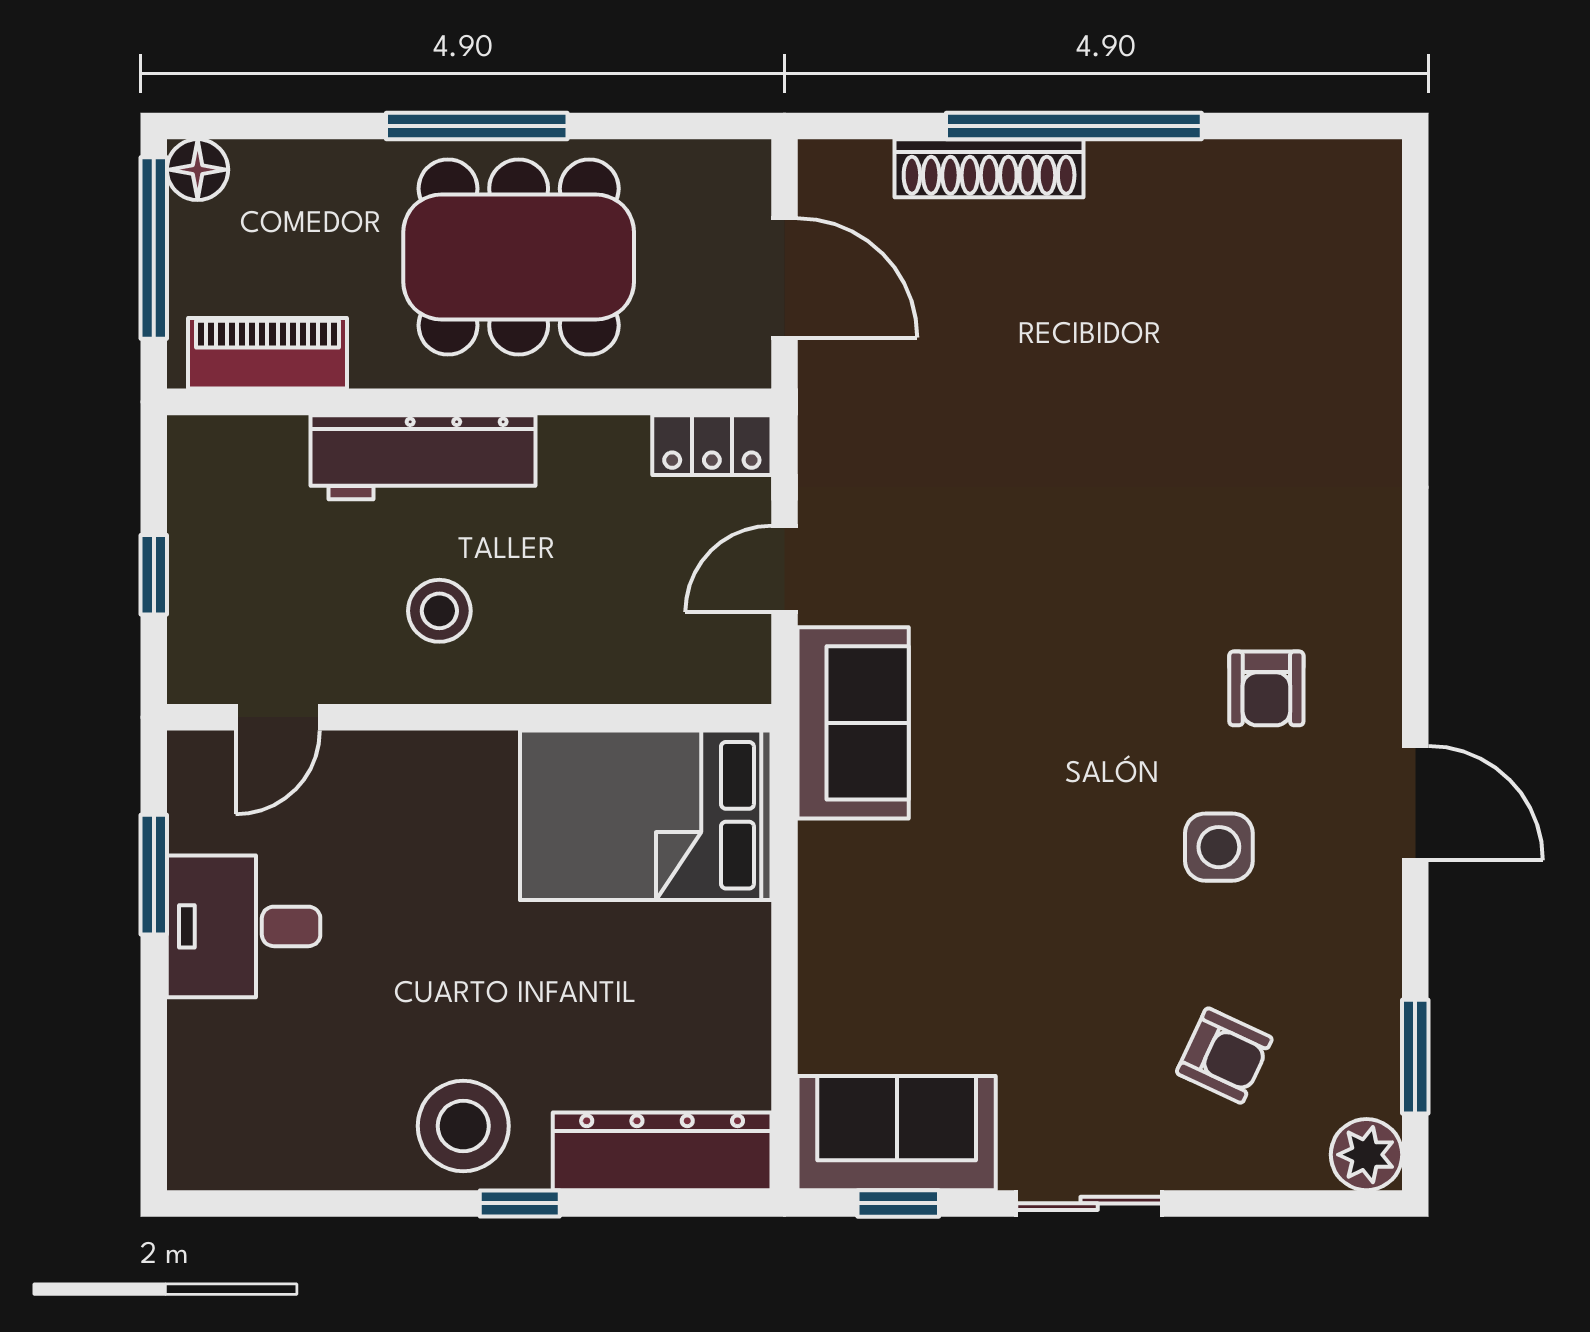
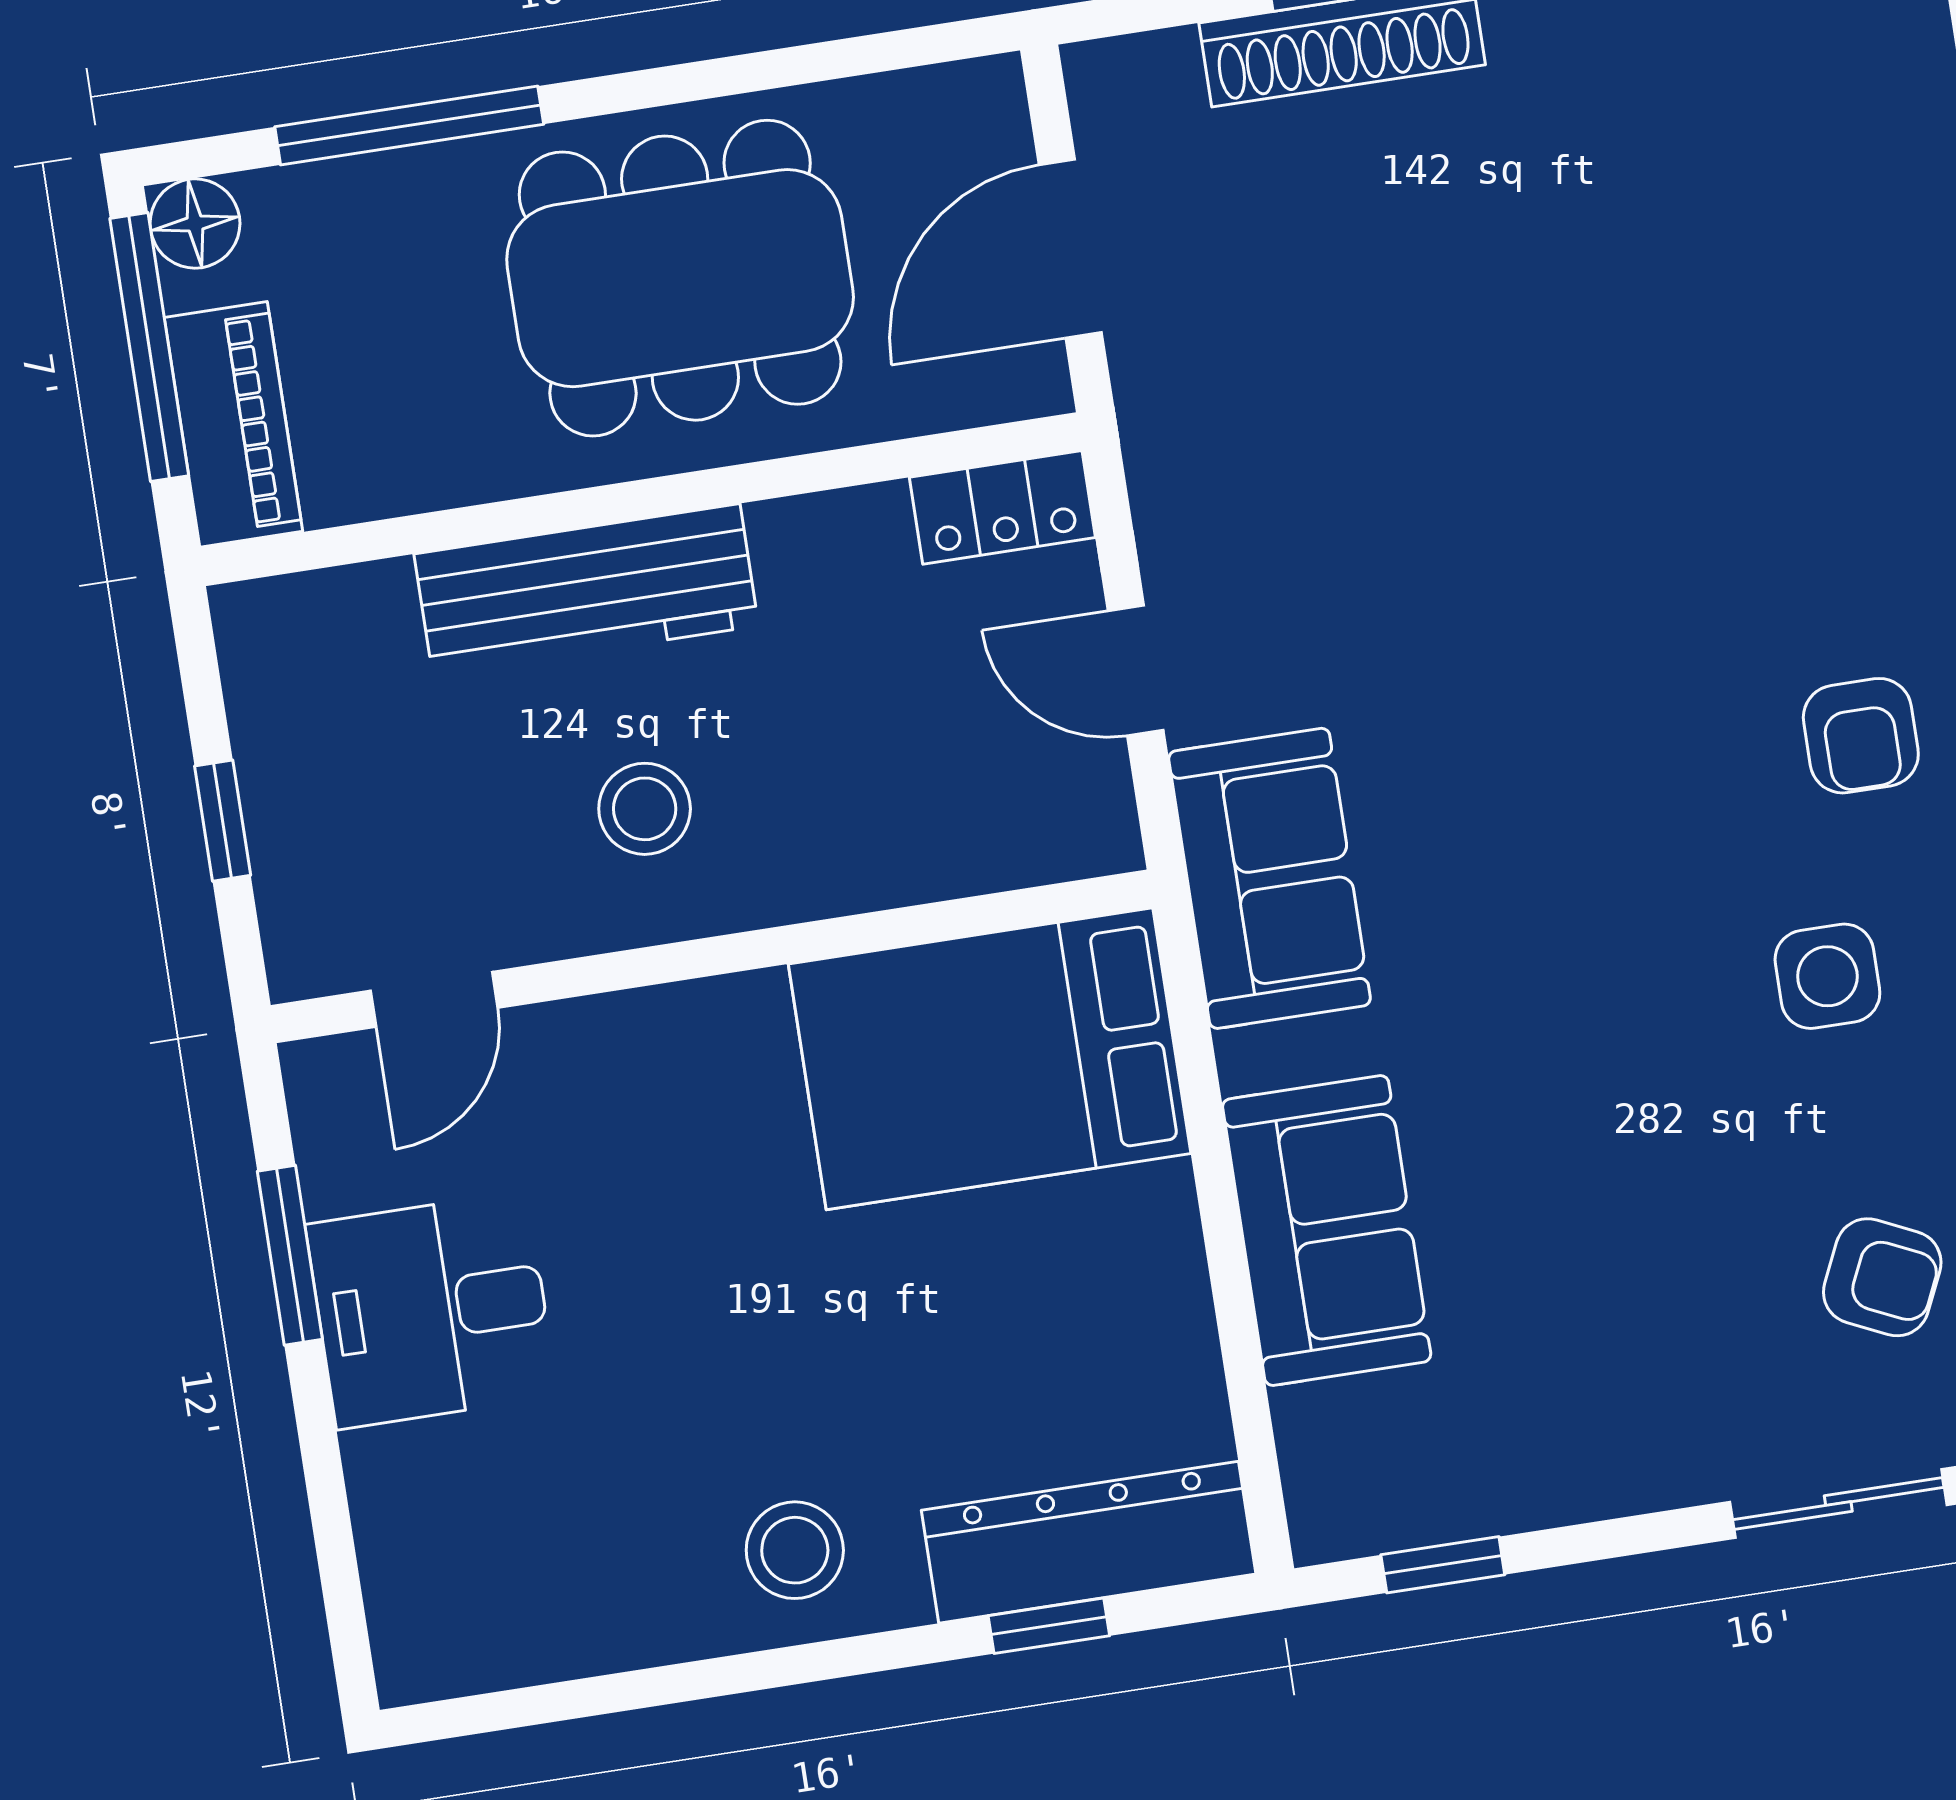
window: (477, 126) -> (409, 126), moved
door: (785, 278) -> (1070, 249), swing flipped
piano: (267, 353) -> (233, 424), moved, turned 90
door: (785, 569) -> (1136, 671), hinge flipped
stool: (463, 1126) -> (795, 1550), width x0.73, depth x0.73
sofa: (897, 1133) -> (1327, 1230), moved, turned 90
window: (520, 1203) -> (1049, 1626), moved
sliding door: (1089, 1203) -> (1838, 1504), moved

